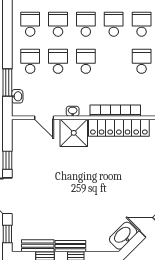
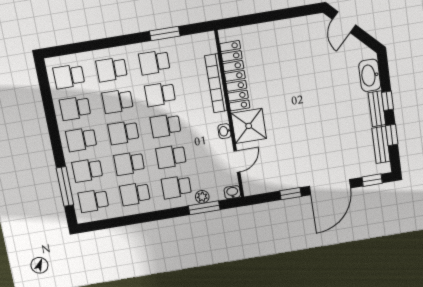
school desk: (114, 61) -> (160, 94), added
plant: (18, 82) -> (202, 197), added
washbasin: (17, 96) -> (232, 192), moved
washbasin: (123, 236) -> (370, 75), moved, turned 45

